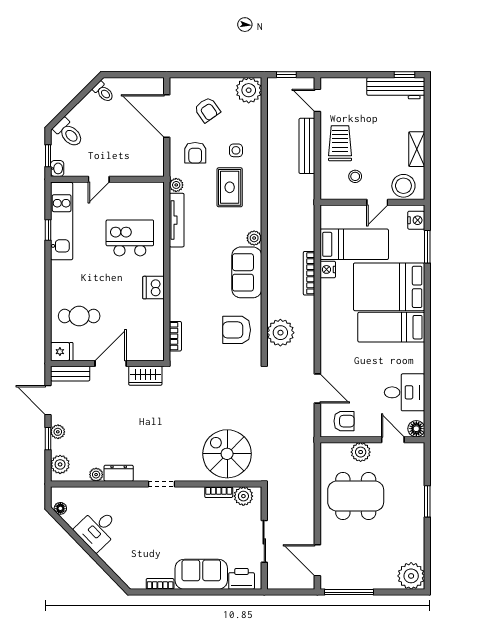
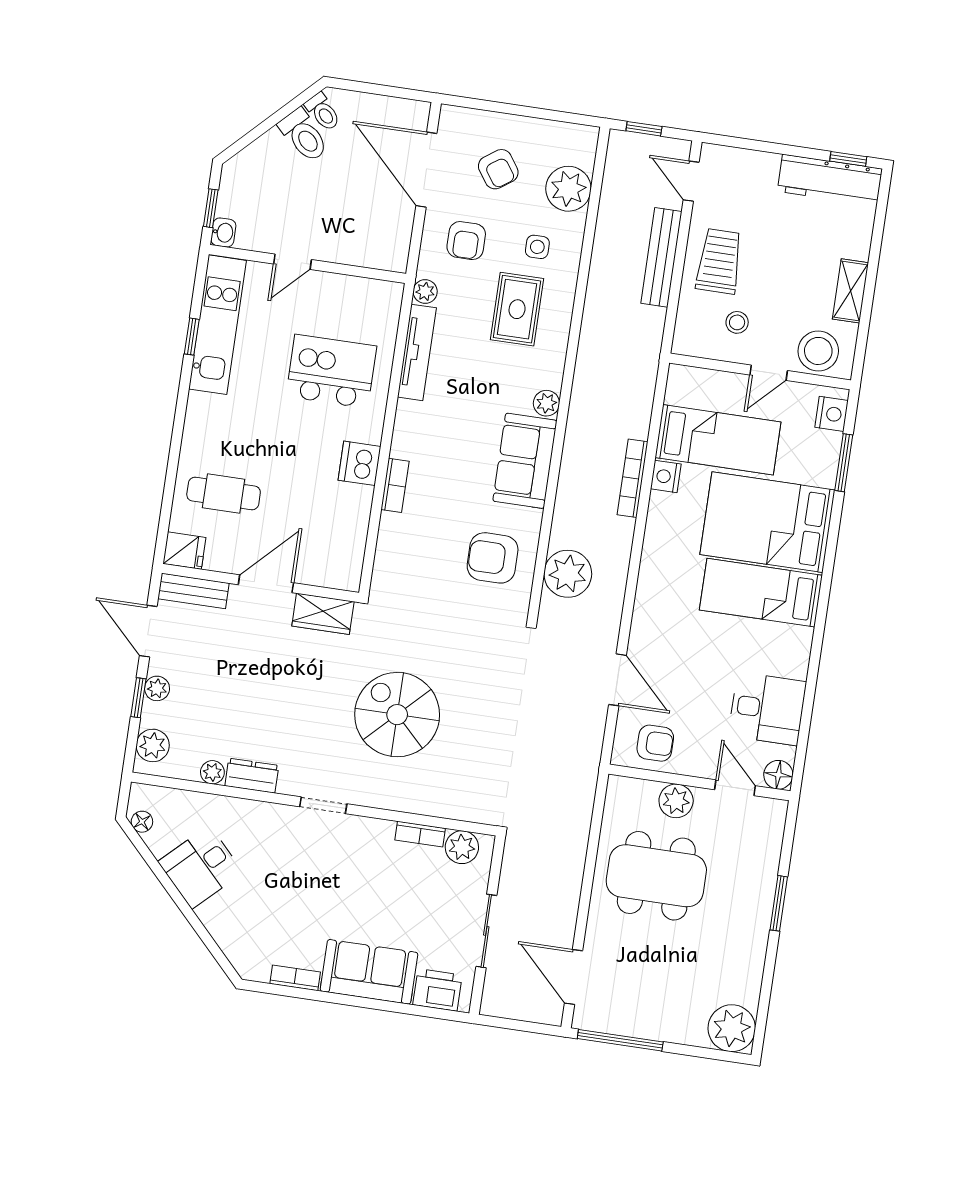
plant: (249, 90) -> (568, 189), moved
toilet: (68, 133) -> (304, 135), moved
bookcase: (175, 336) -> (395, 485), moved
spiral stairs: (227, 454) -> (397, 715), moved

